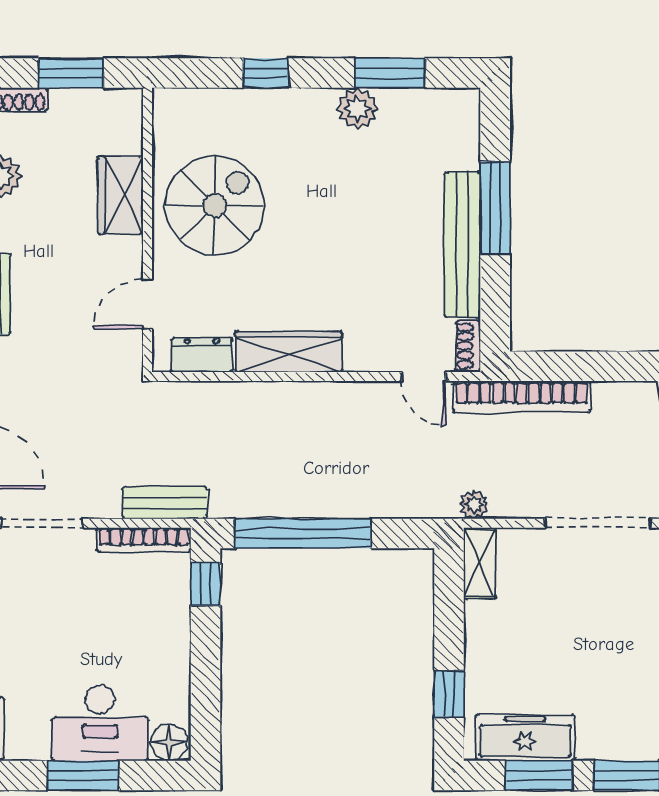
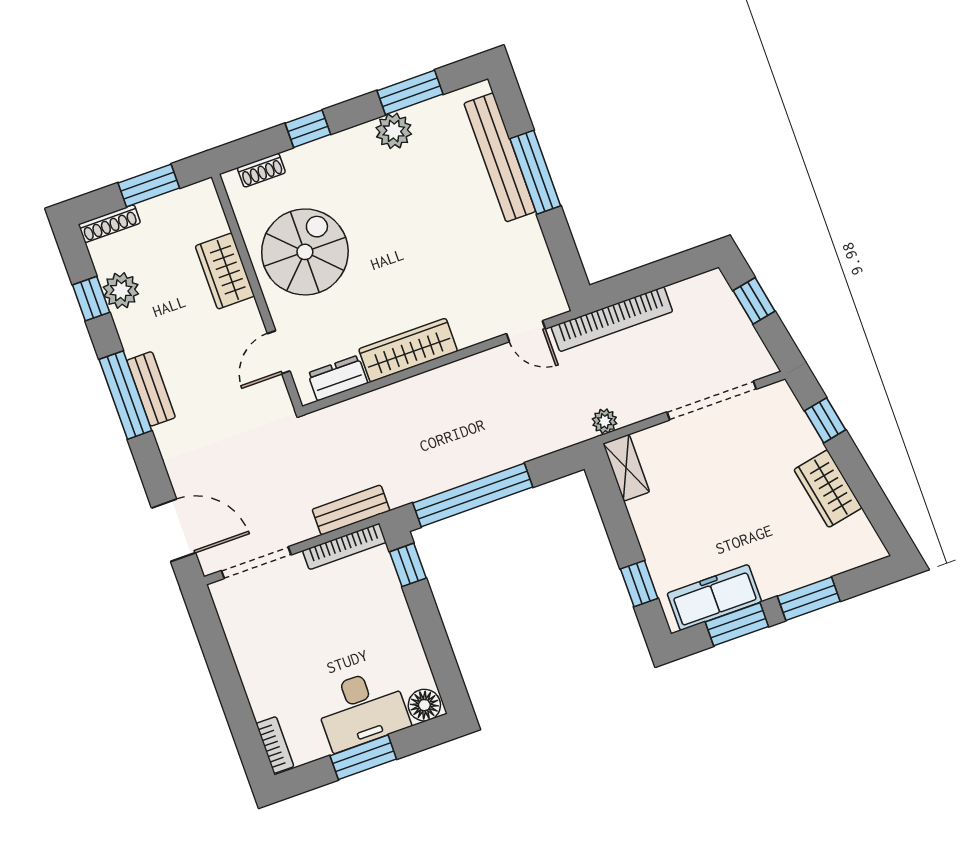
bench: (462, 245) -> (500, 157), moved
shoe rack: (468, 346) -> (261, 170), moved, turned -90

